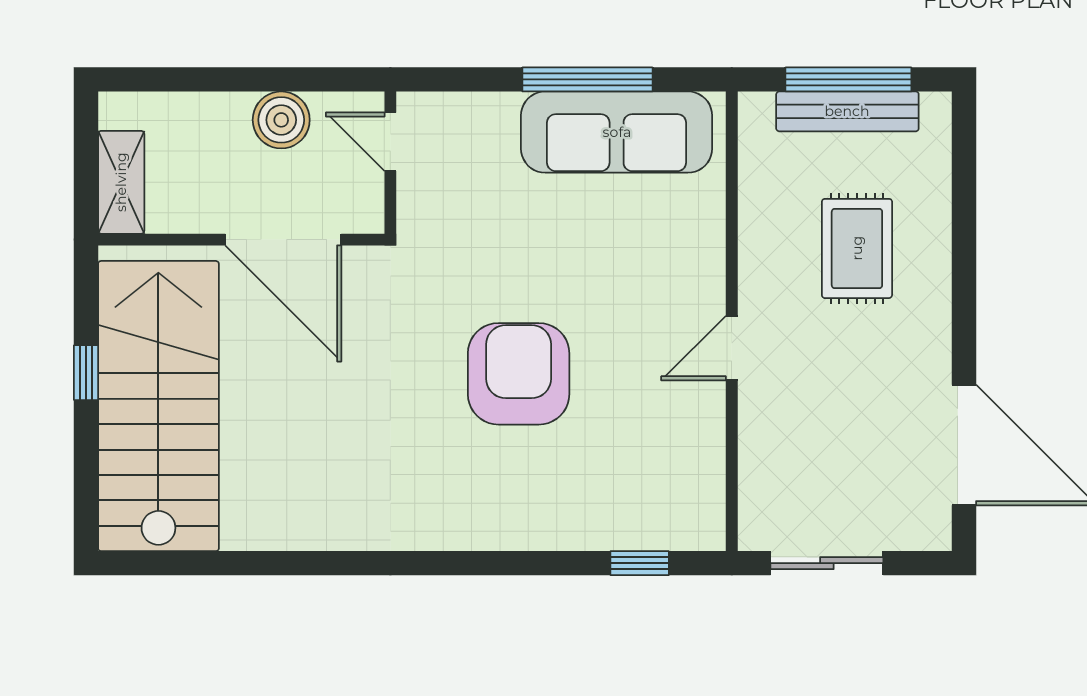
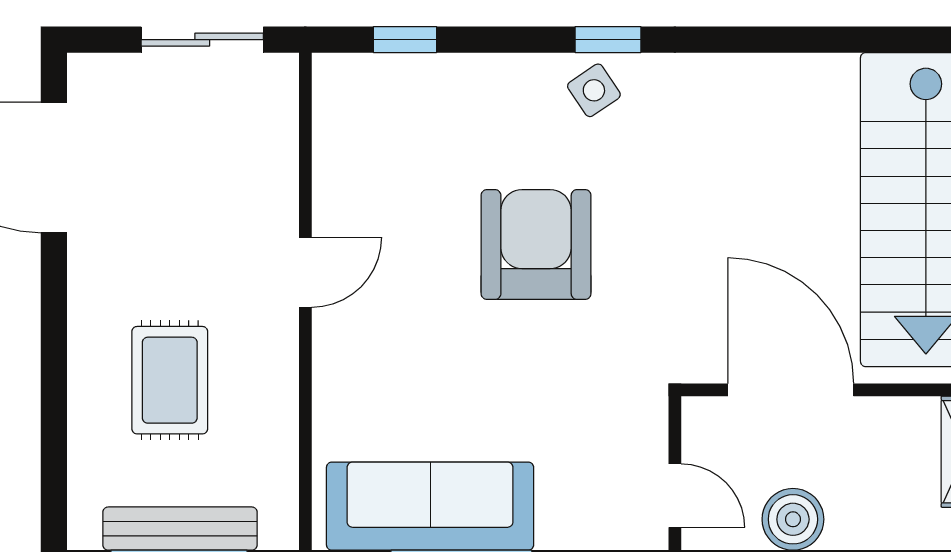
armchair: (519, 374) -> (536, 245), turned 180
side table: (465, 516) -> (594, 90), added
window: (452, 563) -> (608, 40), added

